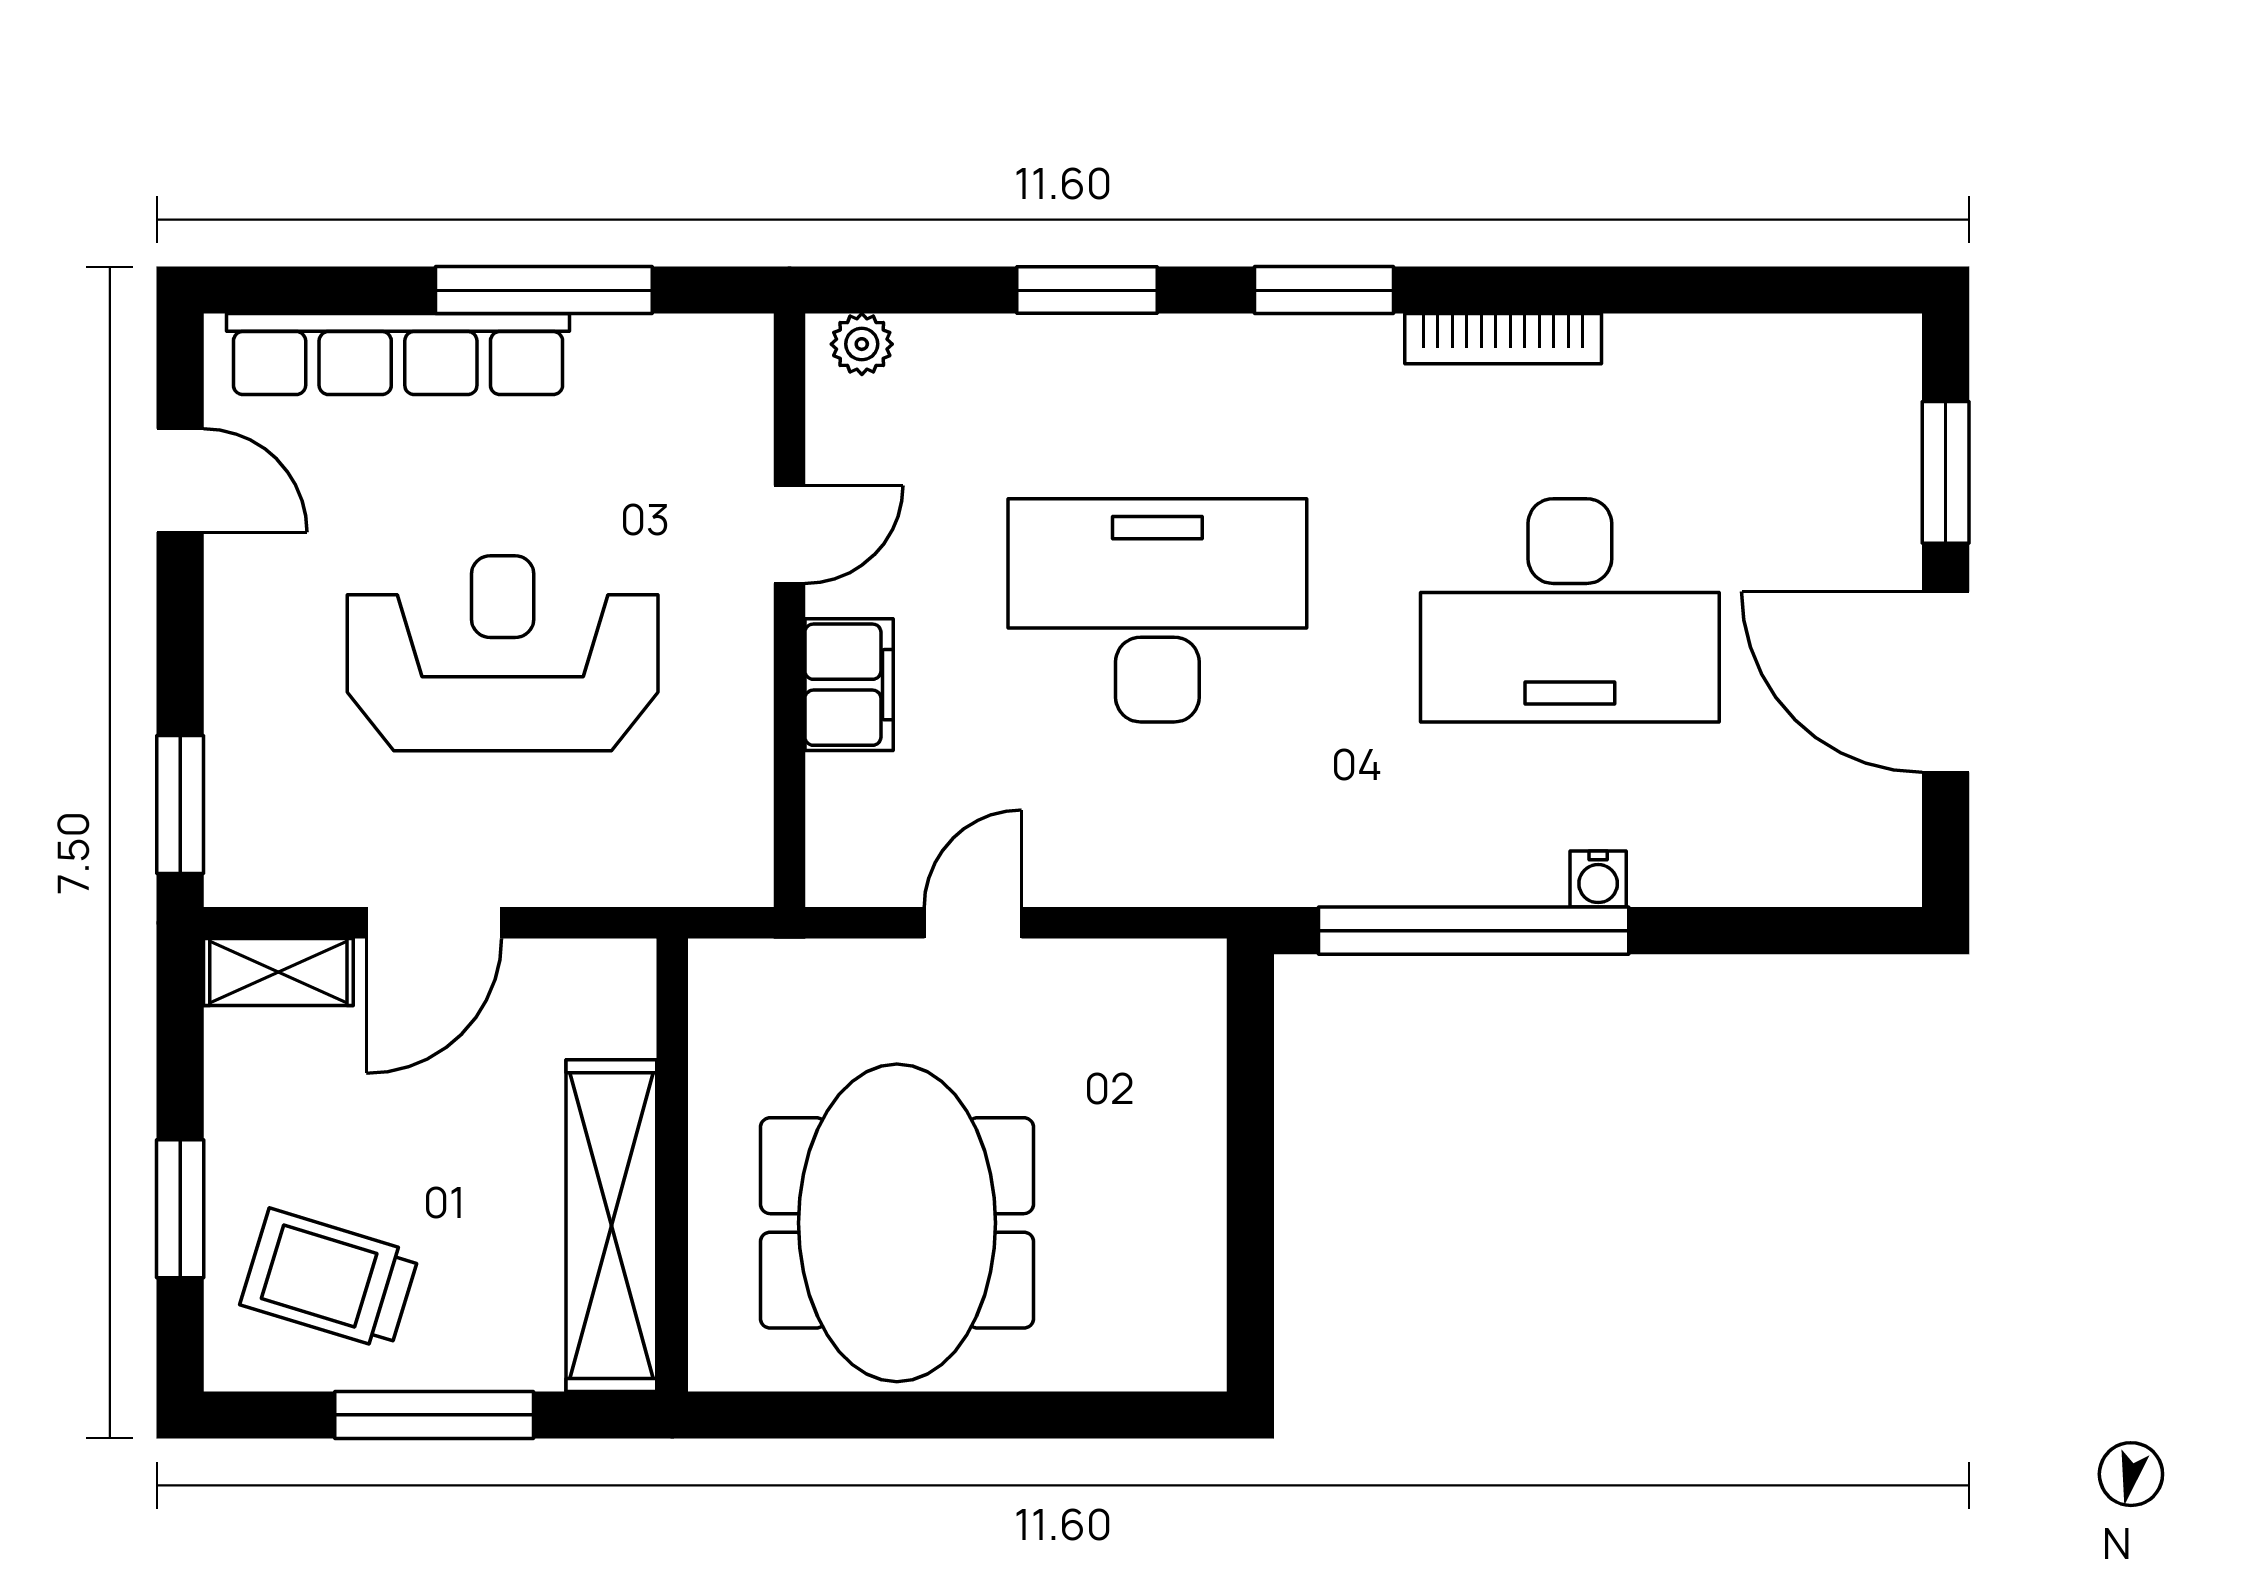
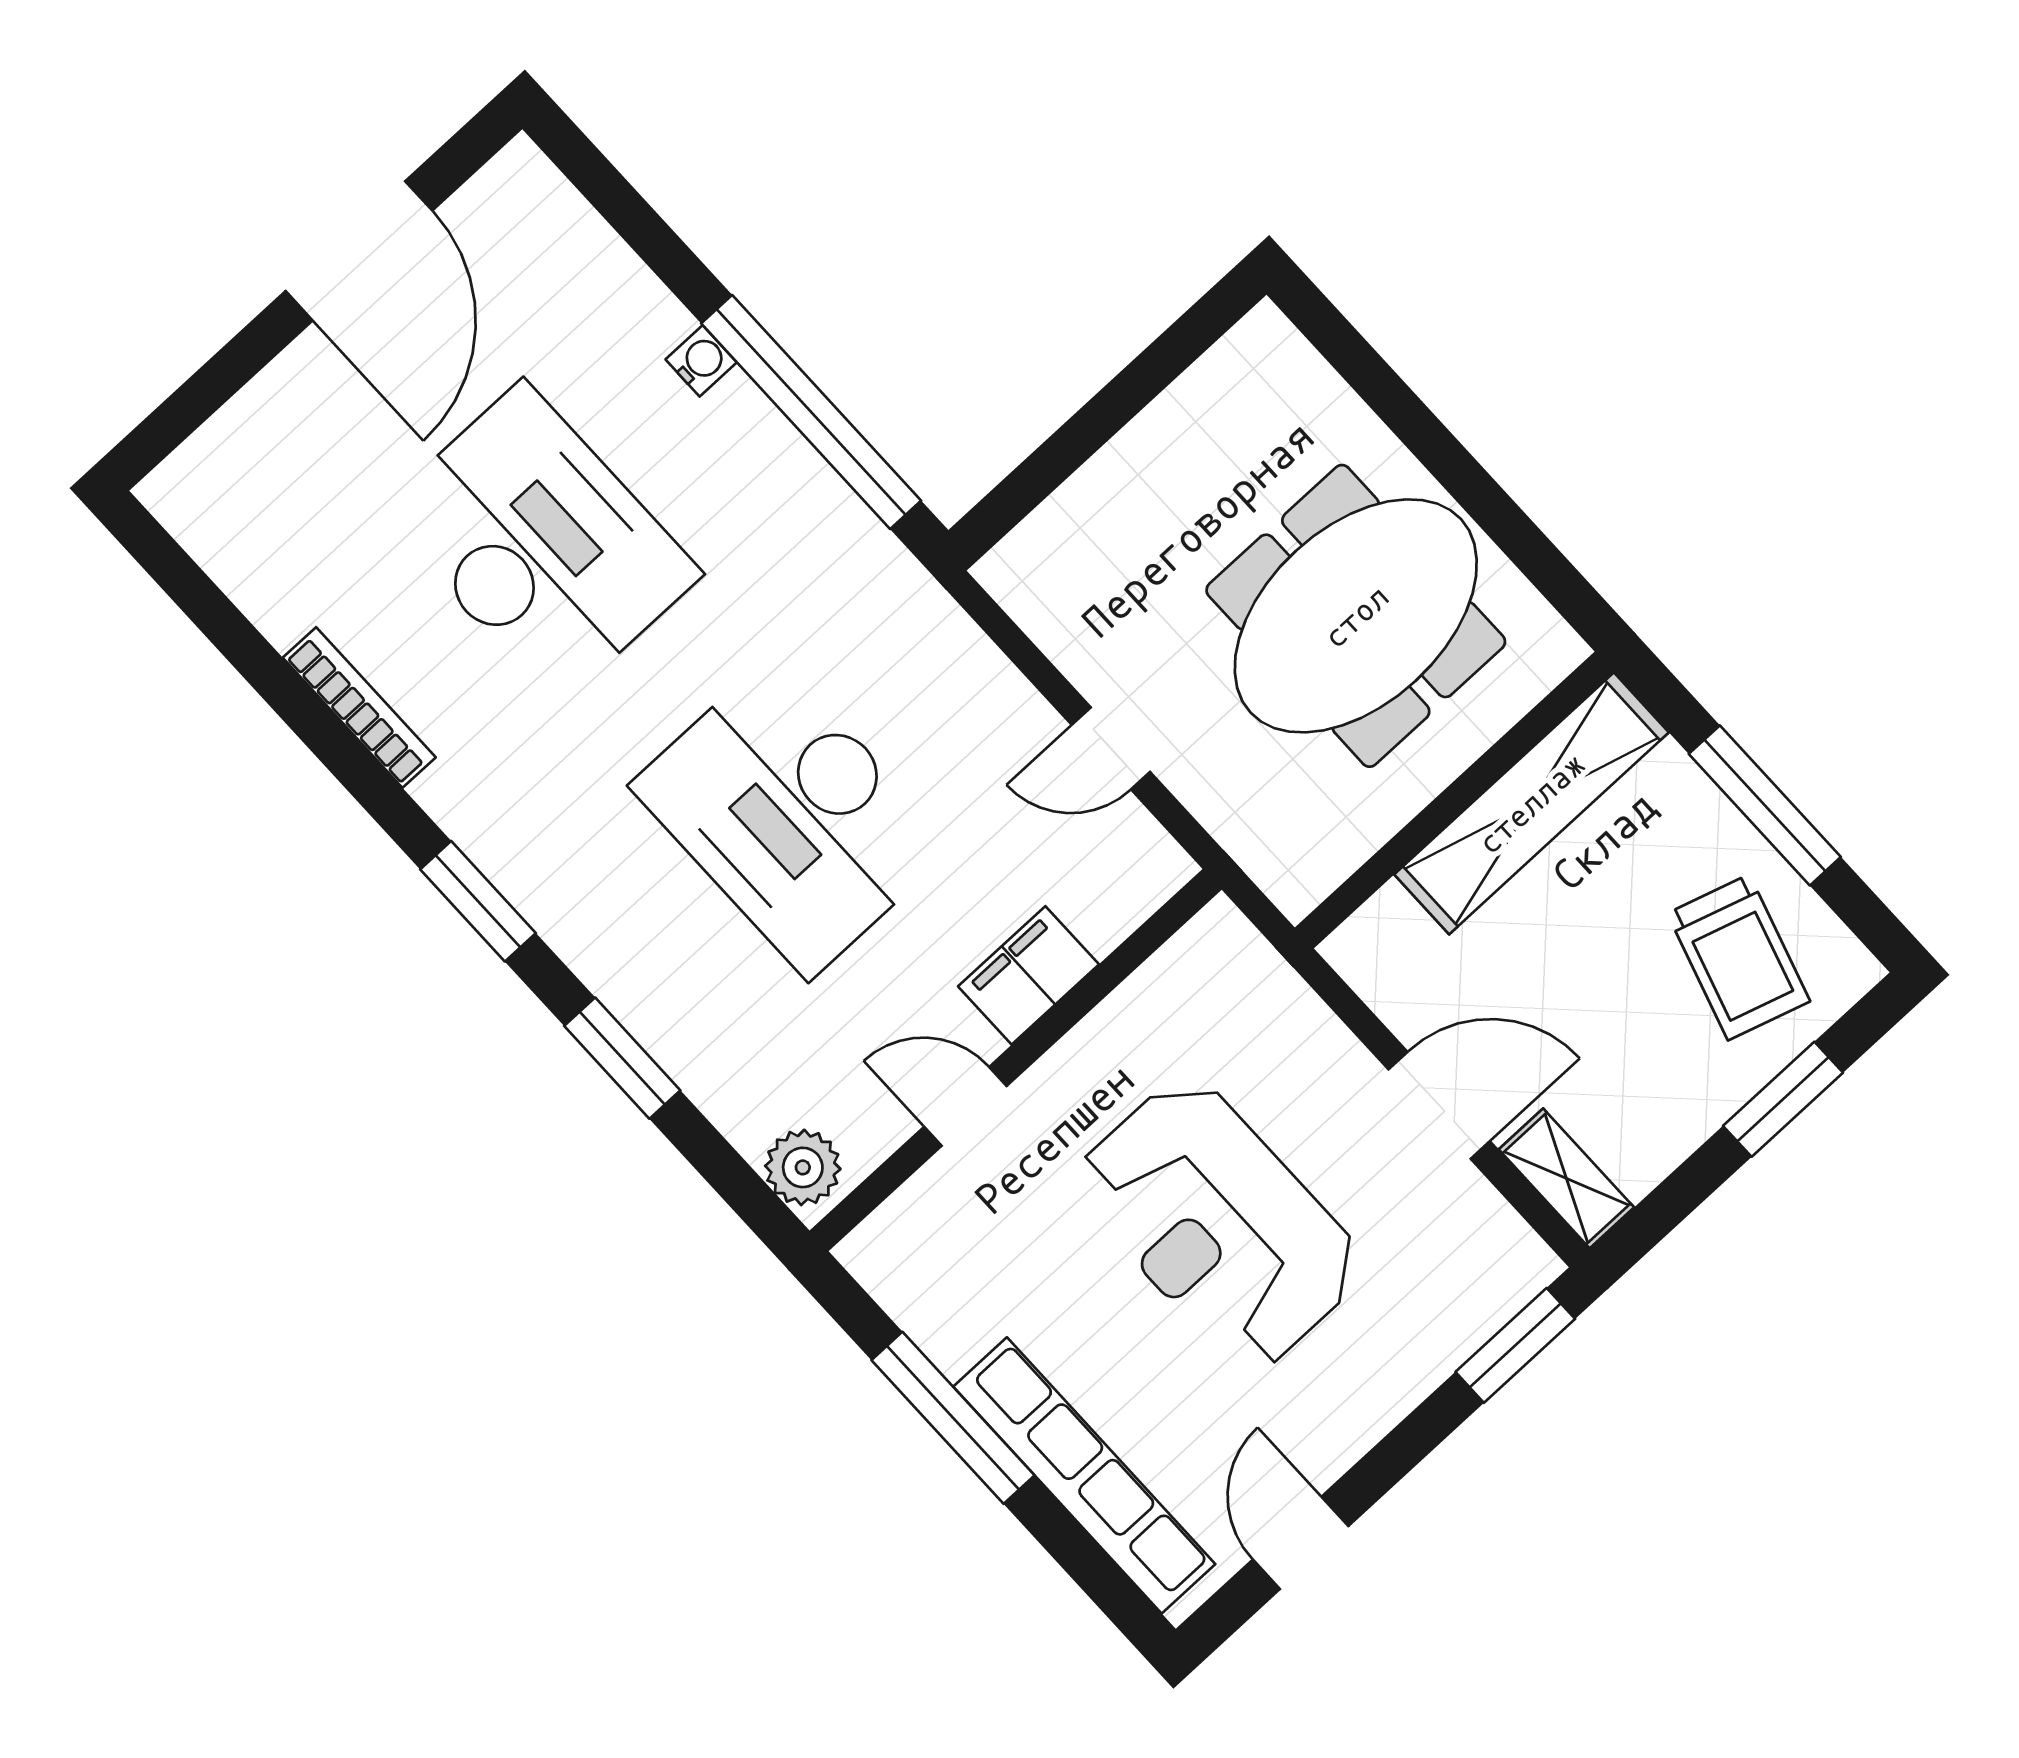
bookcase: (1503, 339) -> (359, 708), moved
plant: (862, 344) -> (803, 1167), width x1.38, depth x1.38
window: (1946, 472) -> (220, 378), removed

